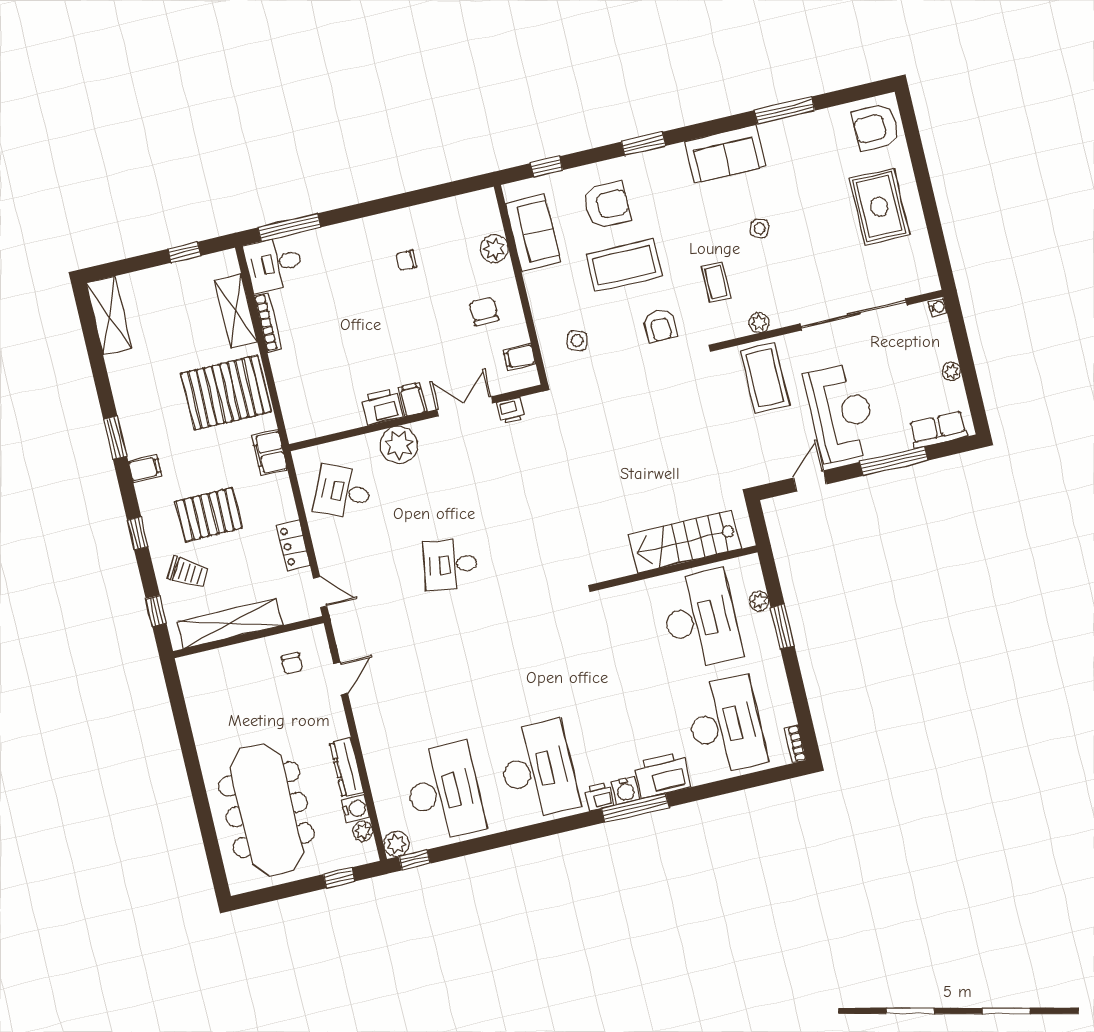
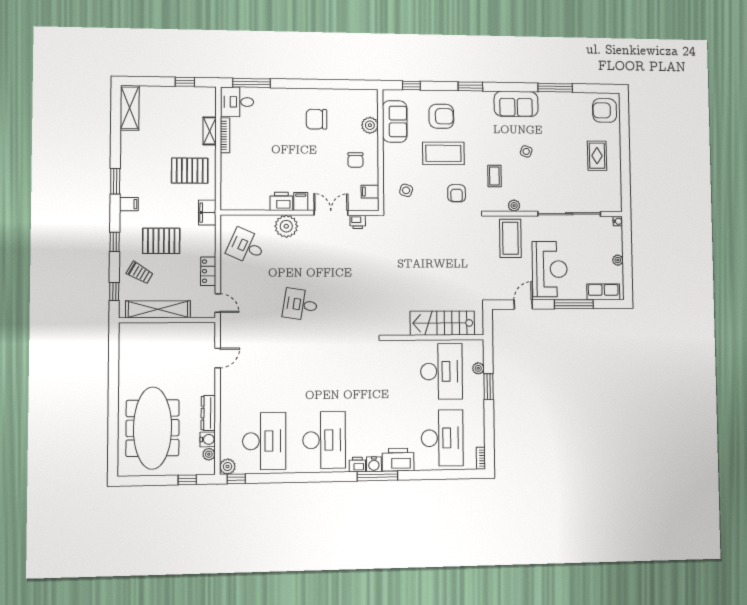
rug: (879, 207) -> (597, 156), width x0.73, depth x0.70
chair: (406, 260) -> (317, 119), width x1.87, depth x1.87
shelving: (236, 311) -> (210, 131), width x0.67, depth x0.75
chair: (484, 311) -> (355, 160), turned 180
pallet: (226, 393) -> (190, 171), width x0.73, depth x0.71
chair: (292, 663) -> (190, 342), removed

